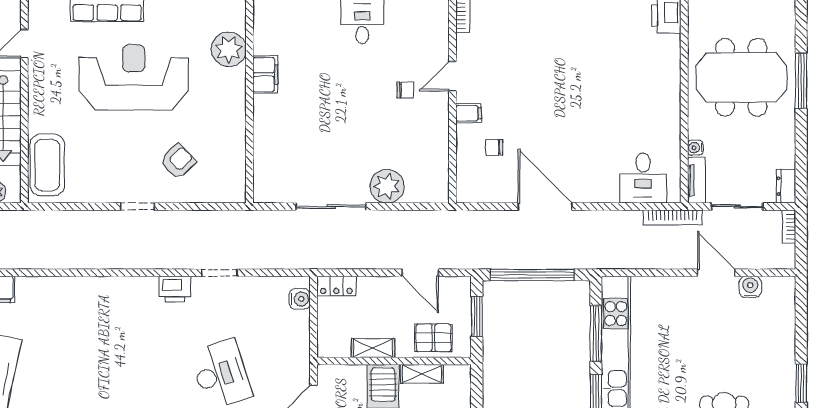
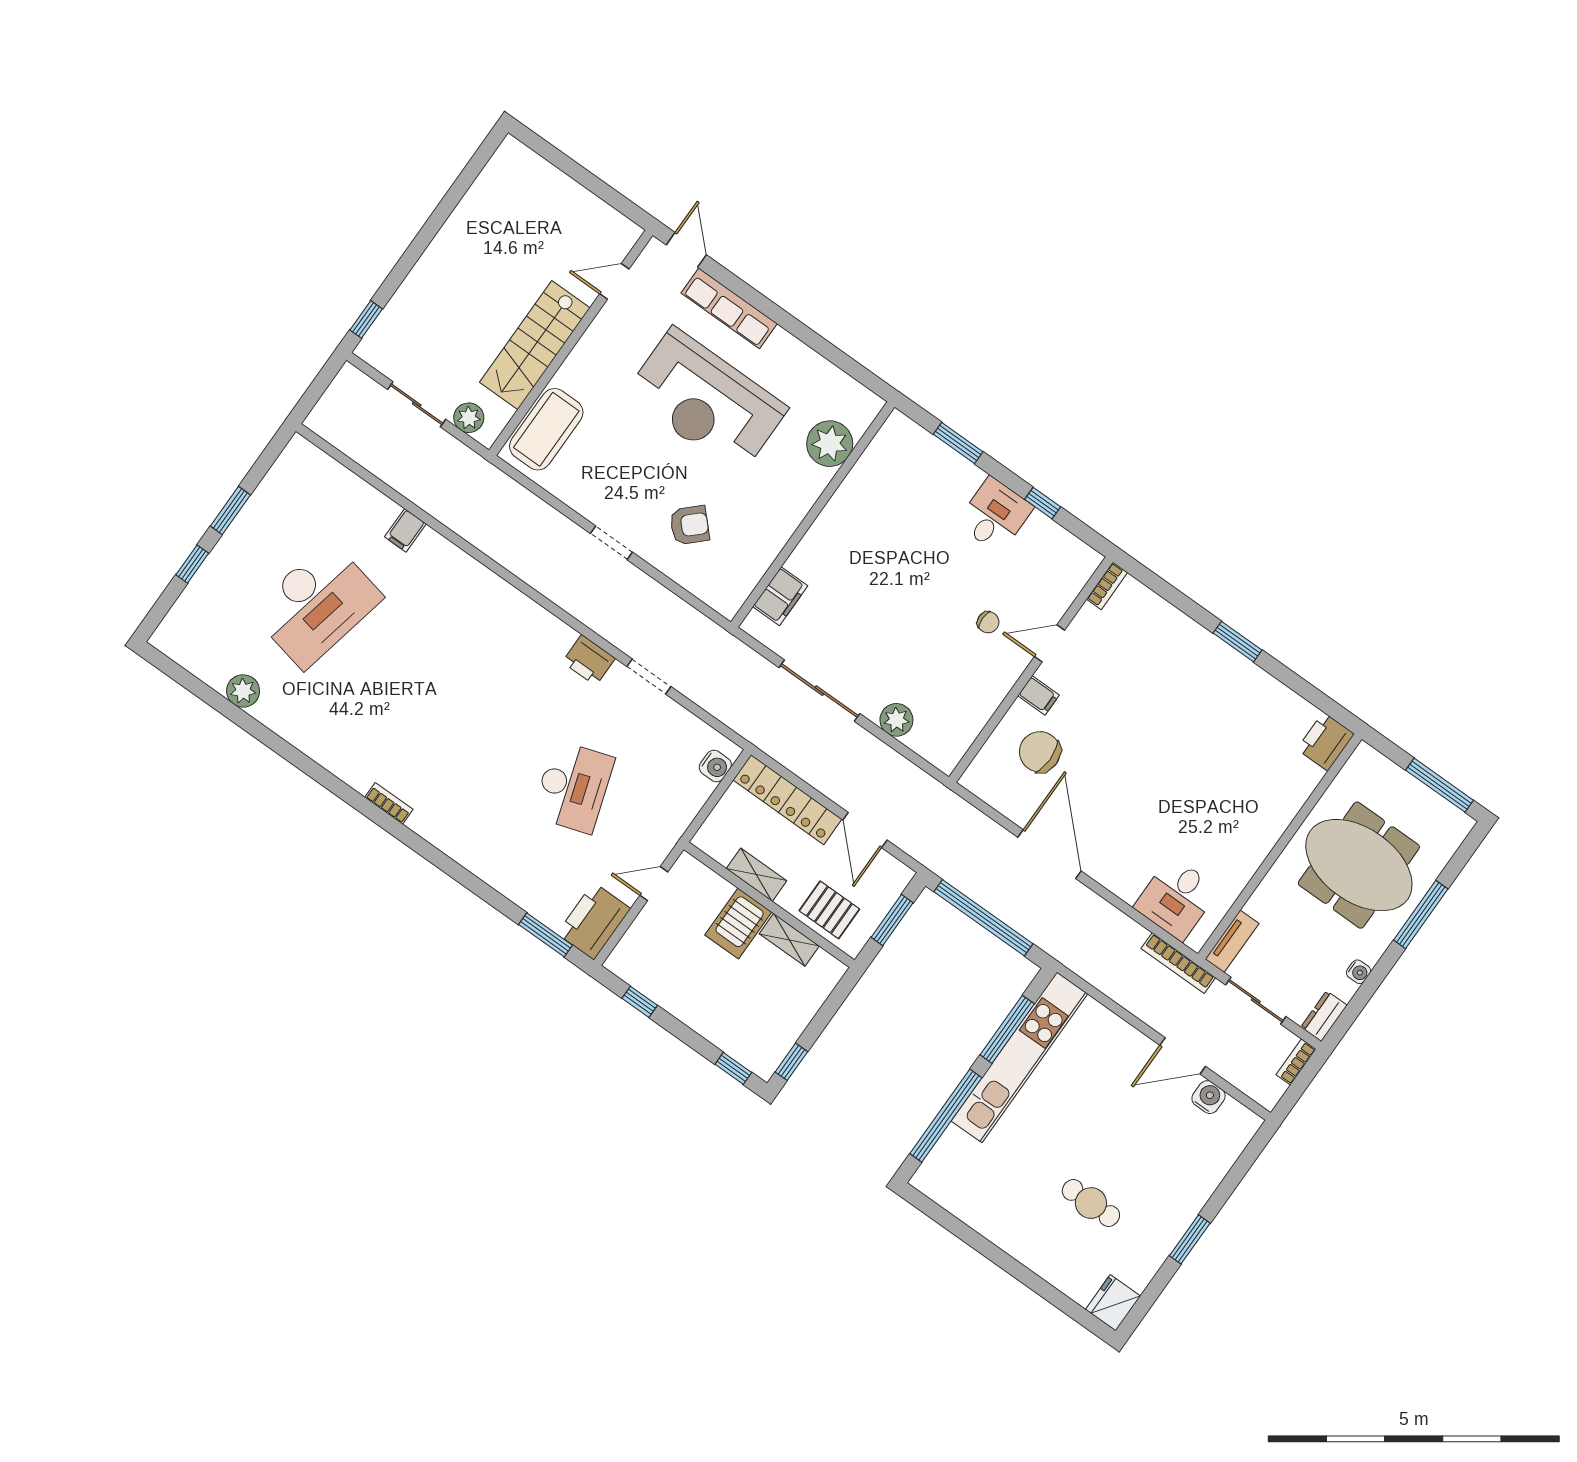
filing cabinet: (265, 75) -> (780, 596), moved
reception desk: (134, 77) -> (706, 401), turned 180
chair: (494, 148) -> (1040, 752), width x1.87, depth x1.87
water cooler: (695, 148) -> (1358, 972), moved, turned 180
plant: (387, 186) -> (896, 720), width x0.73, depth x0.73
door: (716, 273) -> (1183, 1056), swing flipped
locker: (336, 286) -> (787, 800), width x2.16, depth x1.21

